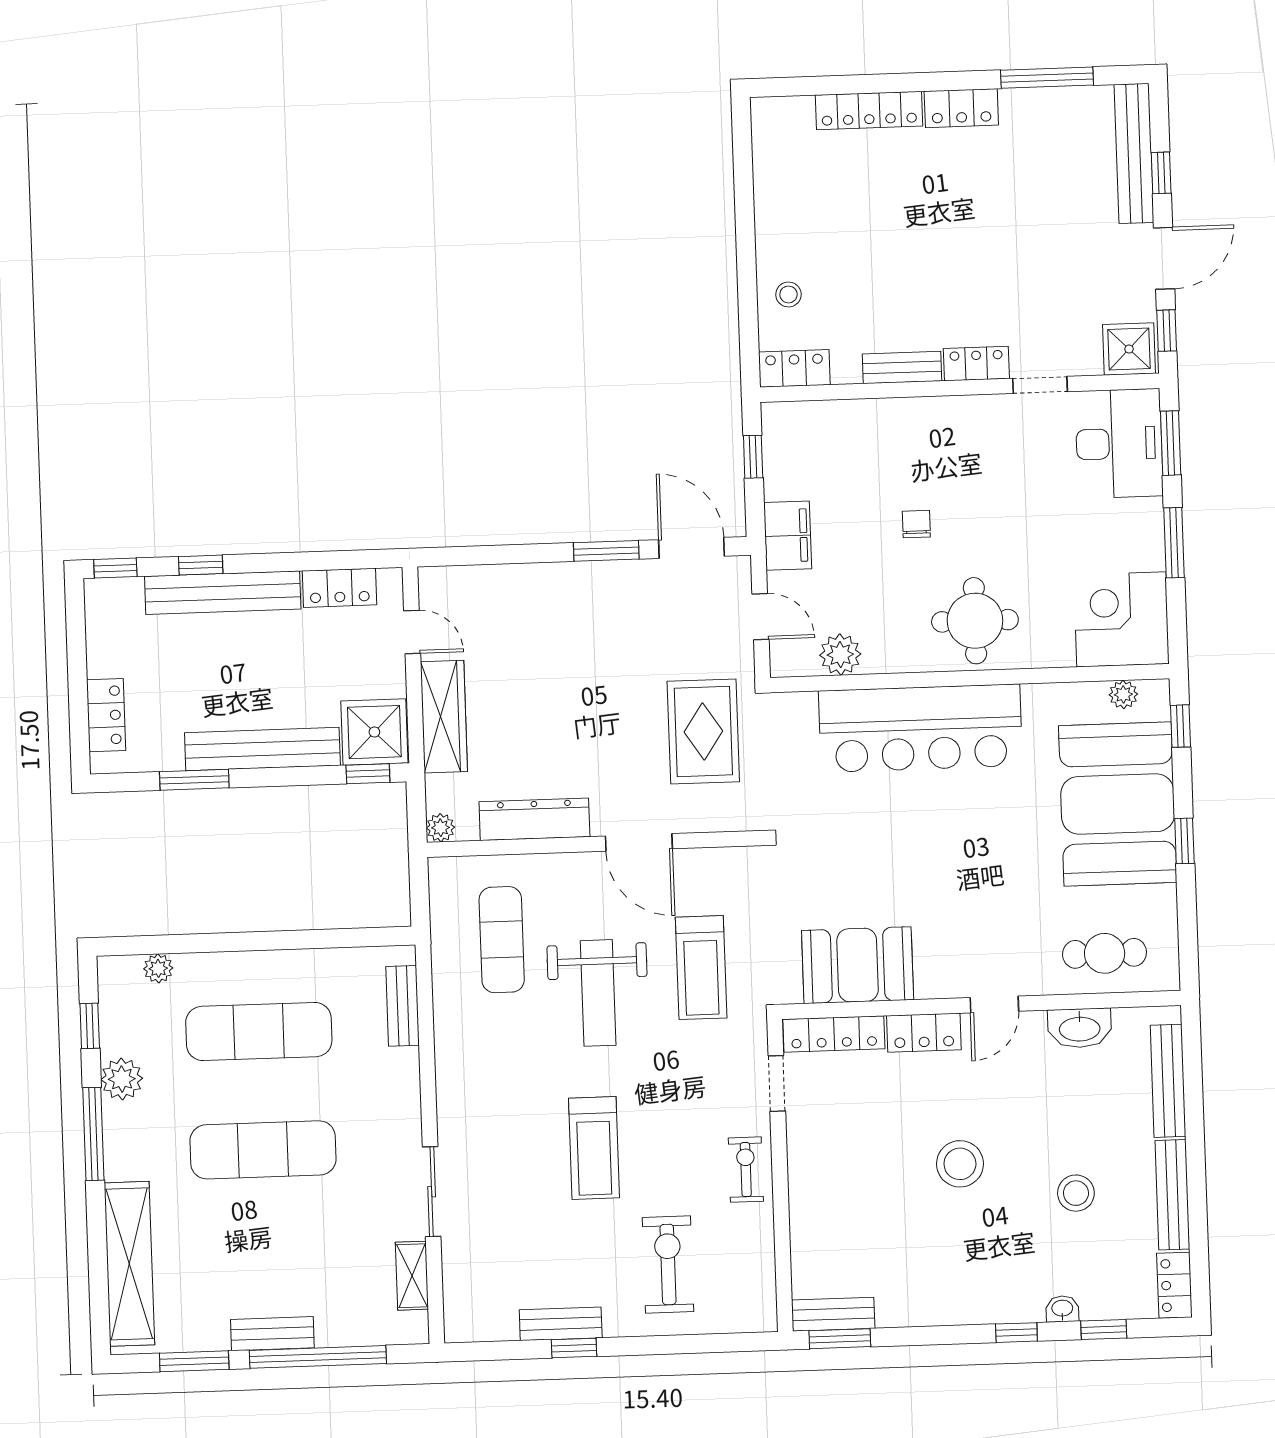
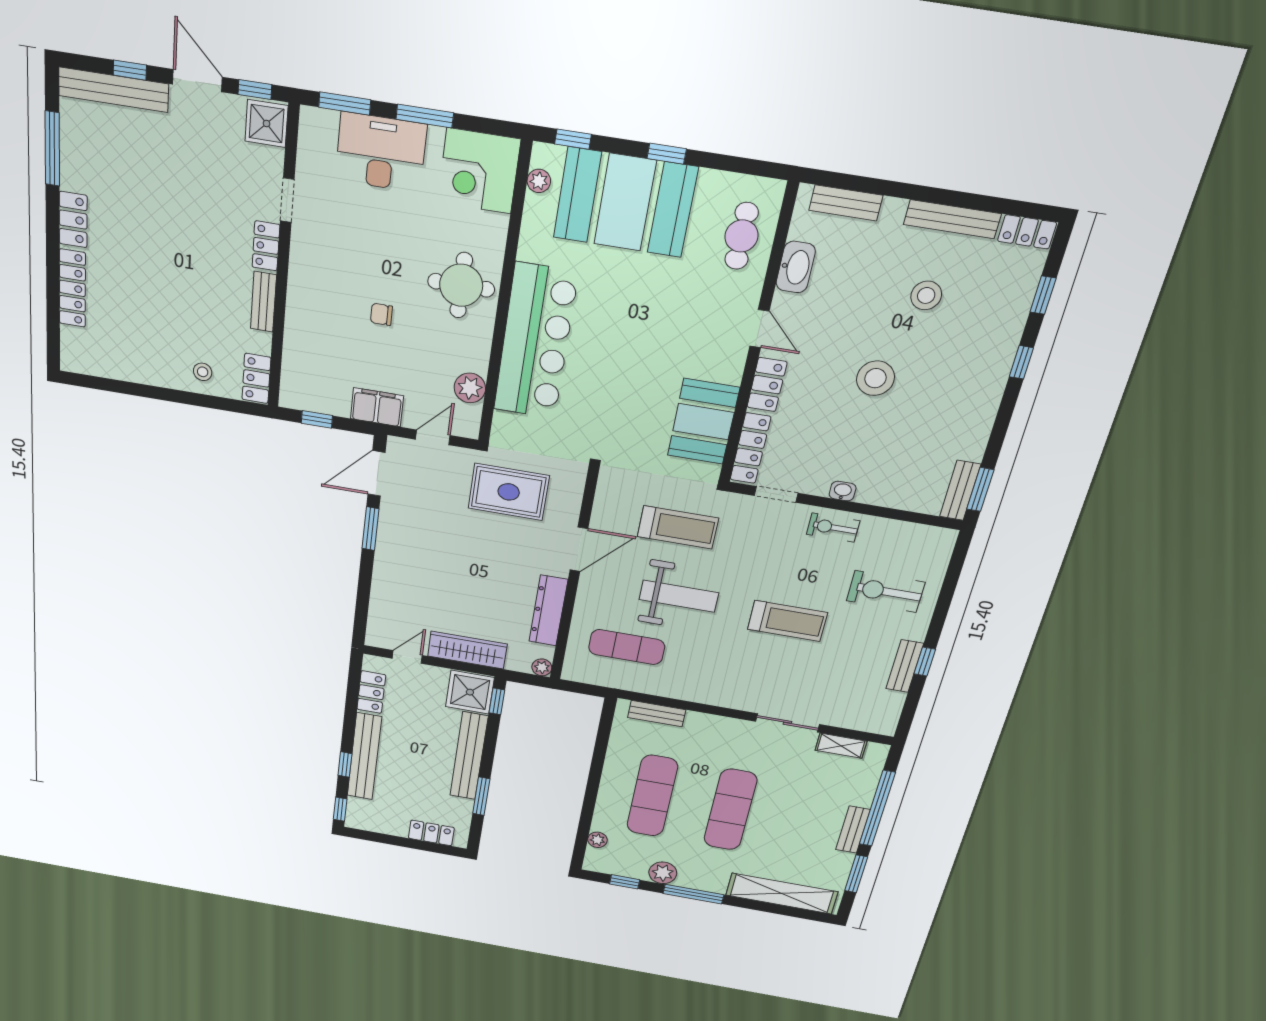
desk: (1119, 443) -> (381, 152), moved
bench: (1168, 1081) -> (846, 203), width x0.73
washbasin: (1062, 1309) -> (843, 491), moved, turned 90

